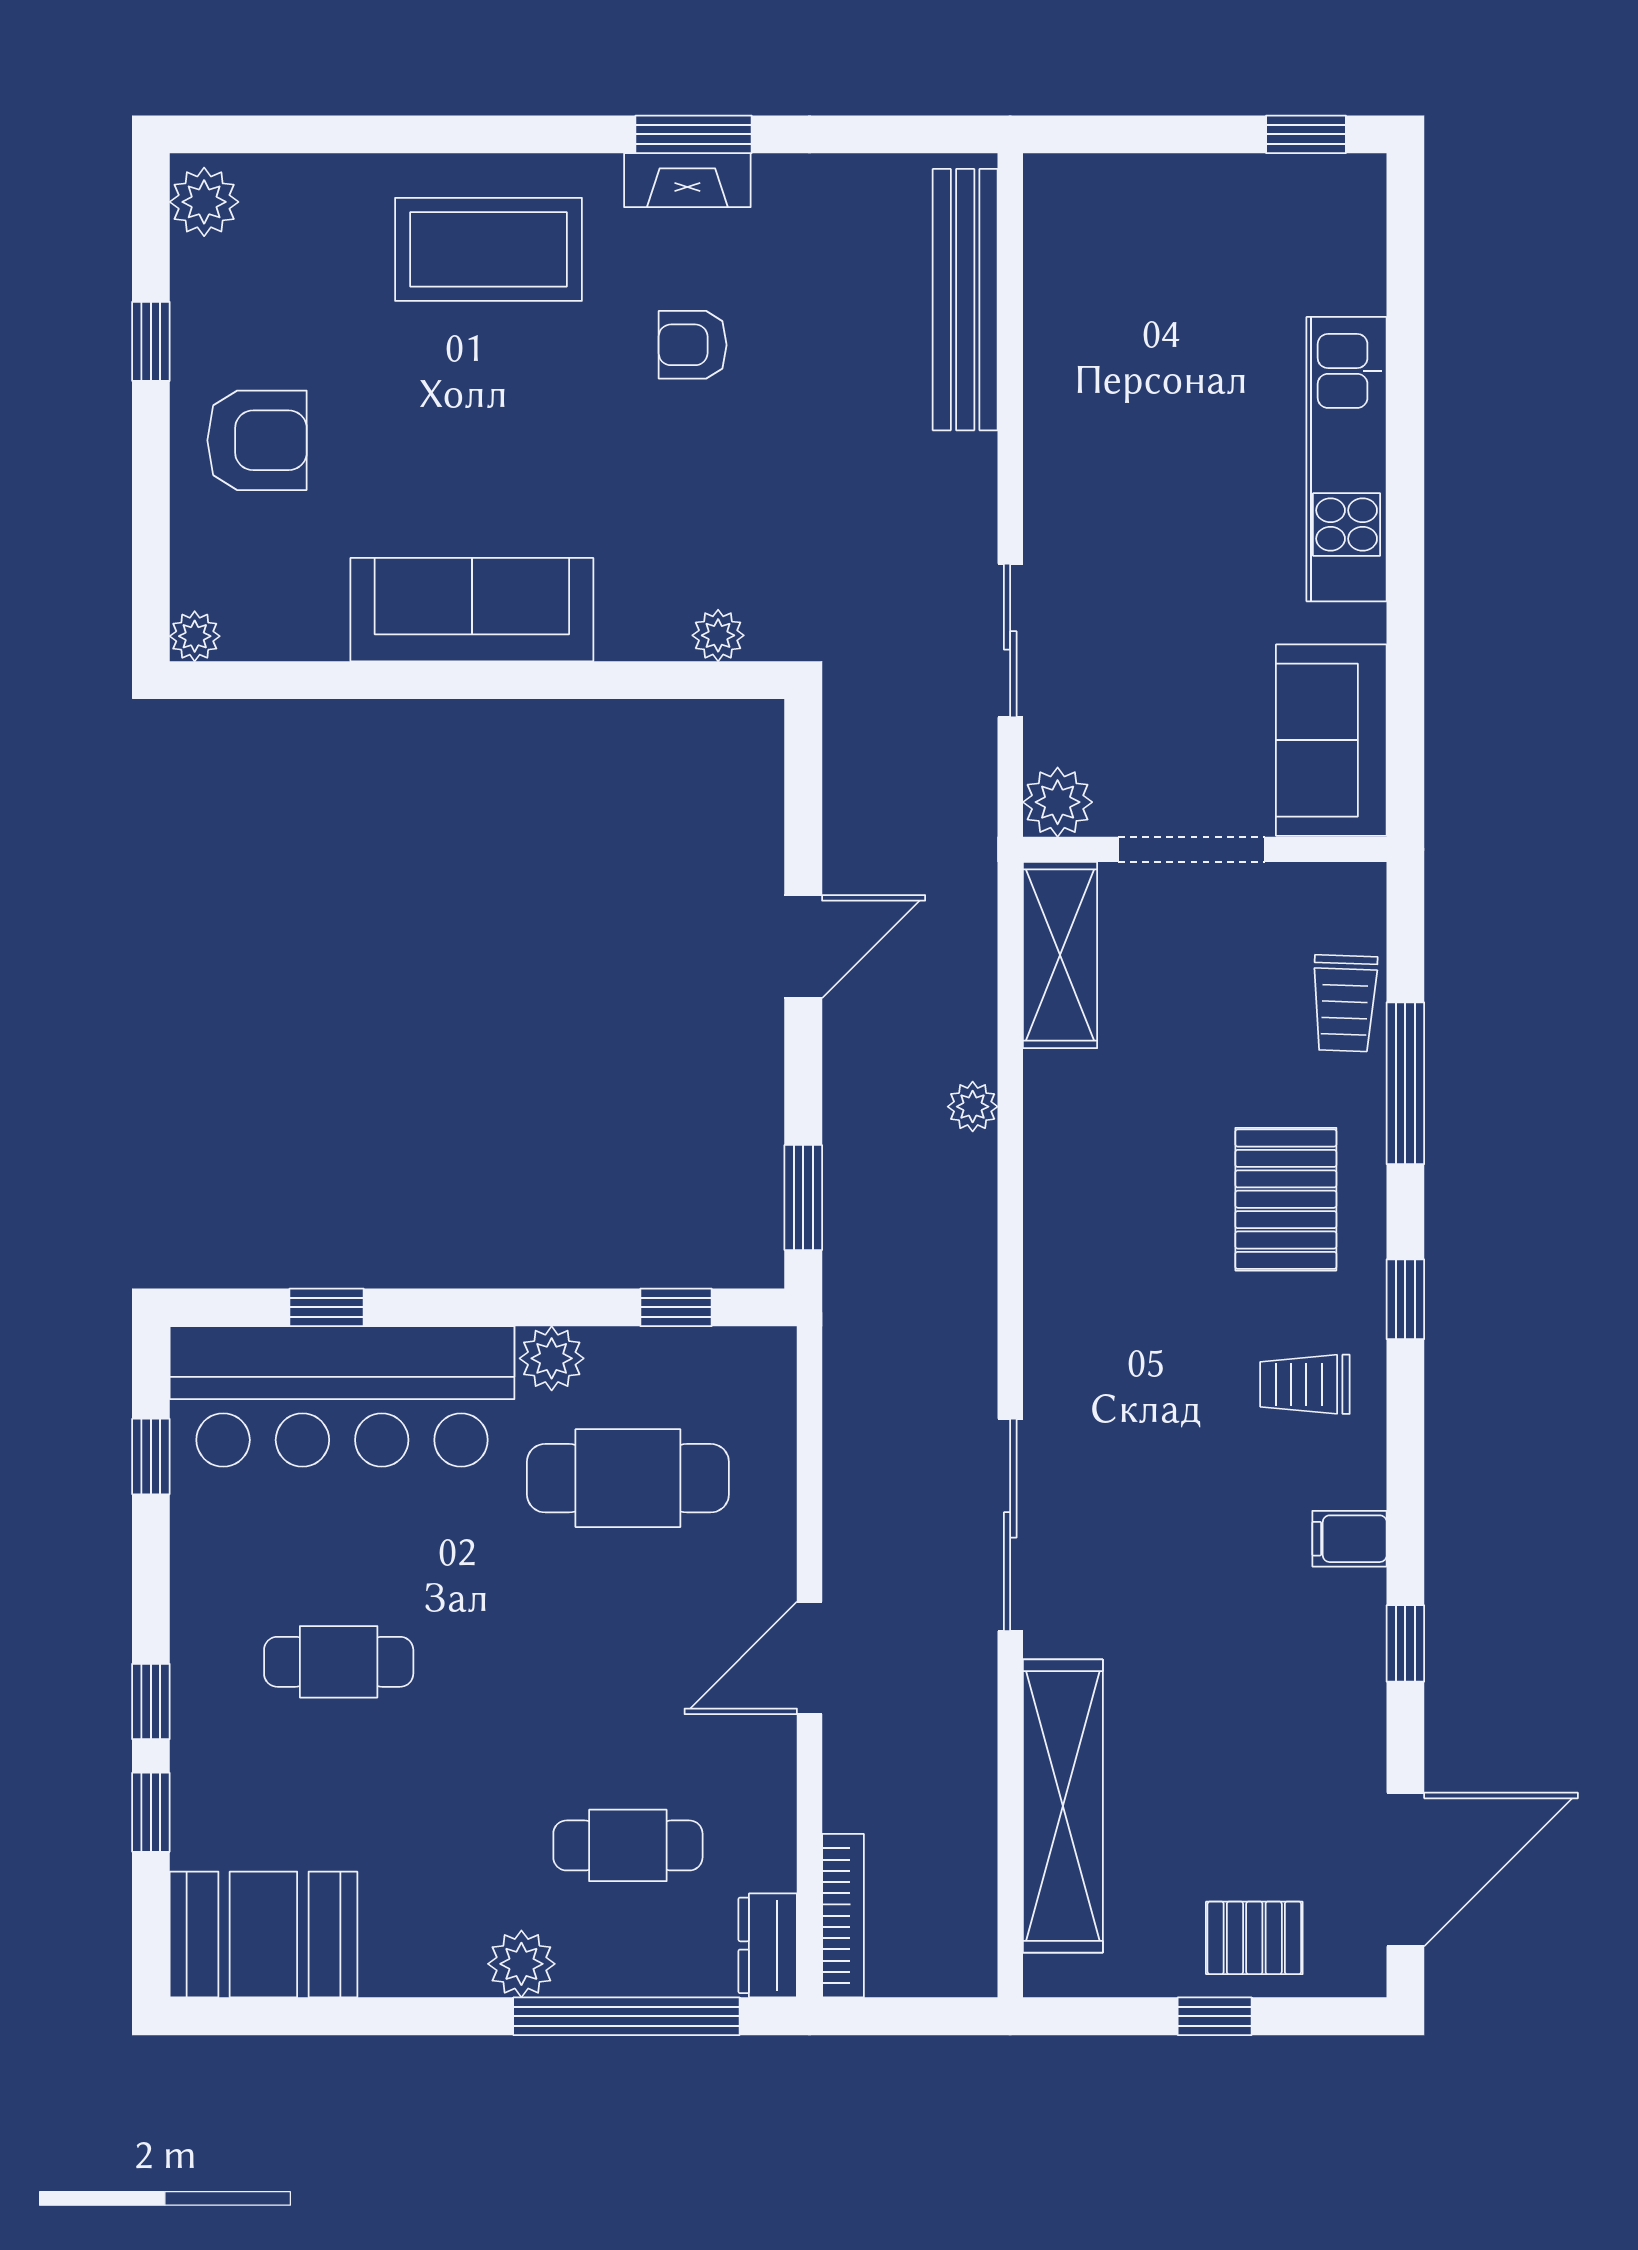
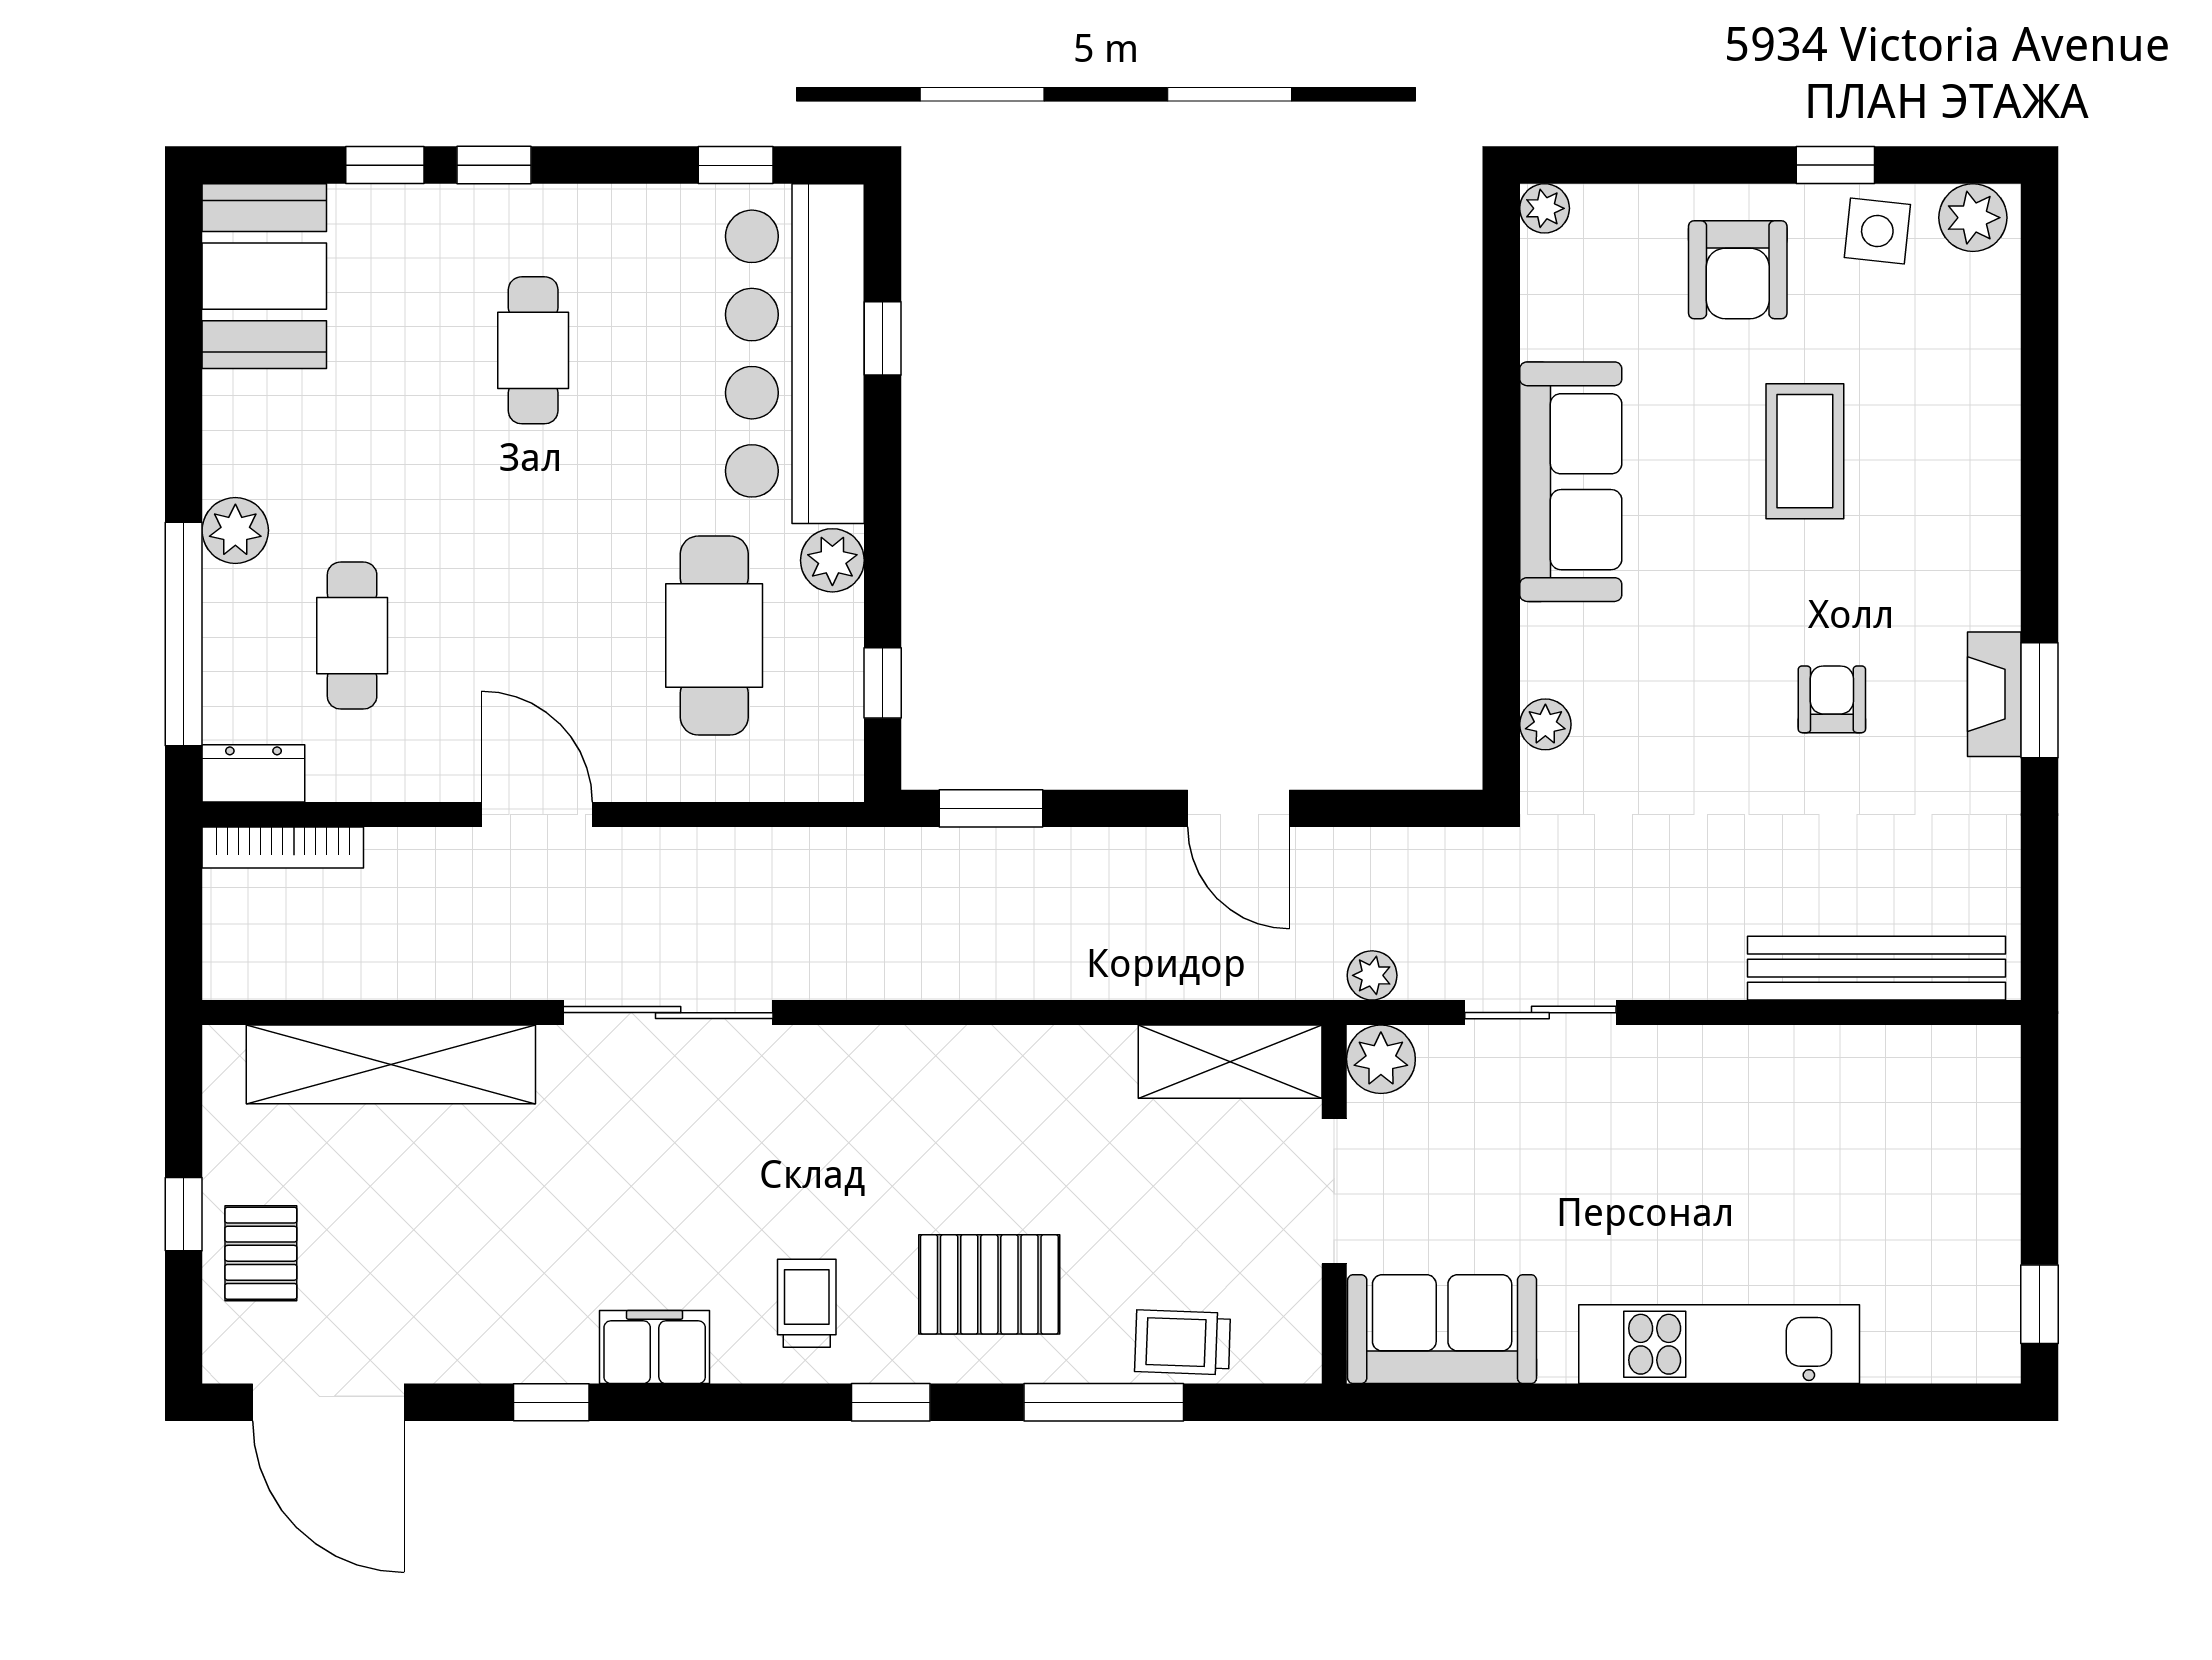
coffee table: (488, 249) -> (1805, 451), moved, width x0.73, depth x0.76
side table: (218, 299) -> (1877, 231), added
plant: (973, 1107) -> (1372, 975), moved
filing cabinet: (1349, 1539) -> (655, 1347), width x2.00

